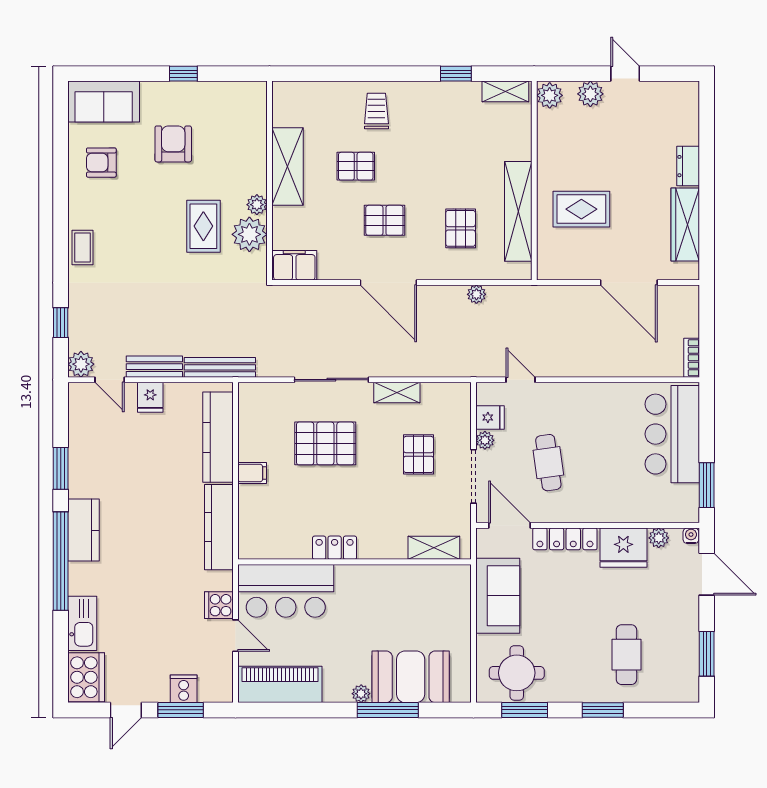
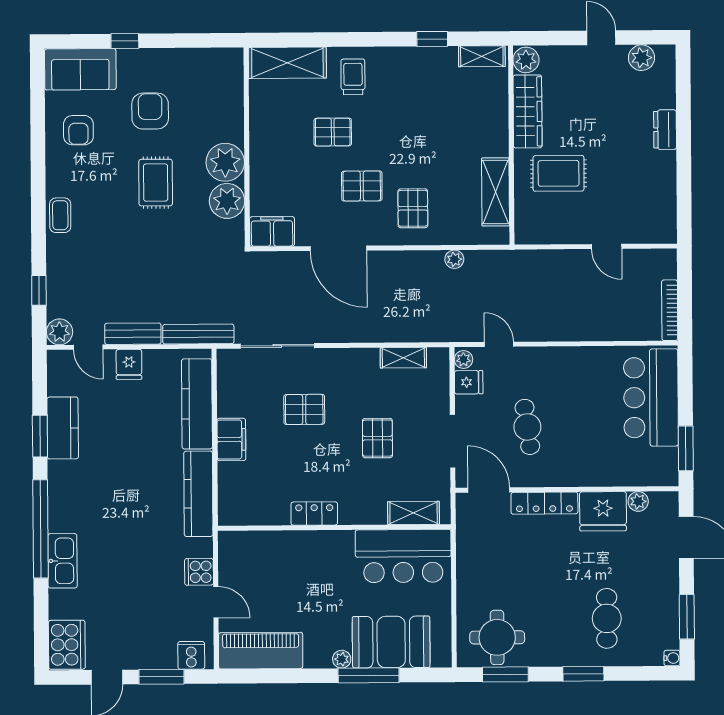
window: (183, 74) -> (125, 41), moved
plant: (590, 94) -> (641, 58), moved
armchair: (101, 163) -> (78, 130), turned -90
shelving: (287, 166) -> (287, 63), moved, turned 90
plant: (257, 205) -> (225, 162), width x1.87, depth x1.87
shelving: (518, 211) -> (495, 192), width x0.68
wardrobe: (685, 225) -> (528, 111), moved, turned 180
rug: (203, 226) -> (156, 183), moved
pallet: (461, 228) -> (413, 208), moved
door: (388, 283) -> (338, 248), moved
door: (629, 283) -> (607, 246), width x0.53
bookcase: (692, 358) -> (670, 310), width x1.56
sliding door: (331, 380) -> (277, 346), moved
shelving: (397, 392) -> (403, 358), moved
plant: (485, 440) -> (463, 359), moved
pallet: (325, 443) -> (304, 409), width x0.67, depth x0.71
pallet: (419, 454) -> (377, 438), moved
filing cabinet: (252, 473) -> (231, 439), width x2.00
kitchen counter: (83, 530) -> (63, 428), moved
water cooler: (691, 536) -> (672, 658), moved, turned 90
bar counter: (286, 591) -> (403, 556), moved
sofa: (498, 596) -> (478, 560), removed
kitchen sink: (82, 623) -> (62, 561), moved
cooker: (184, 689) -> (191, 655), moved

